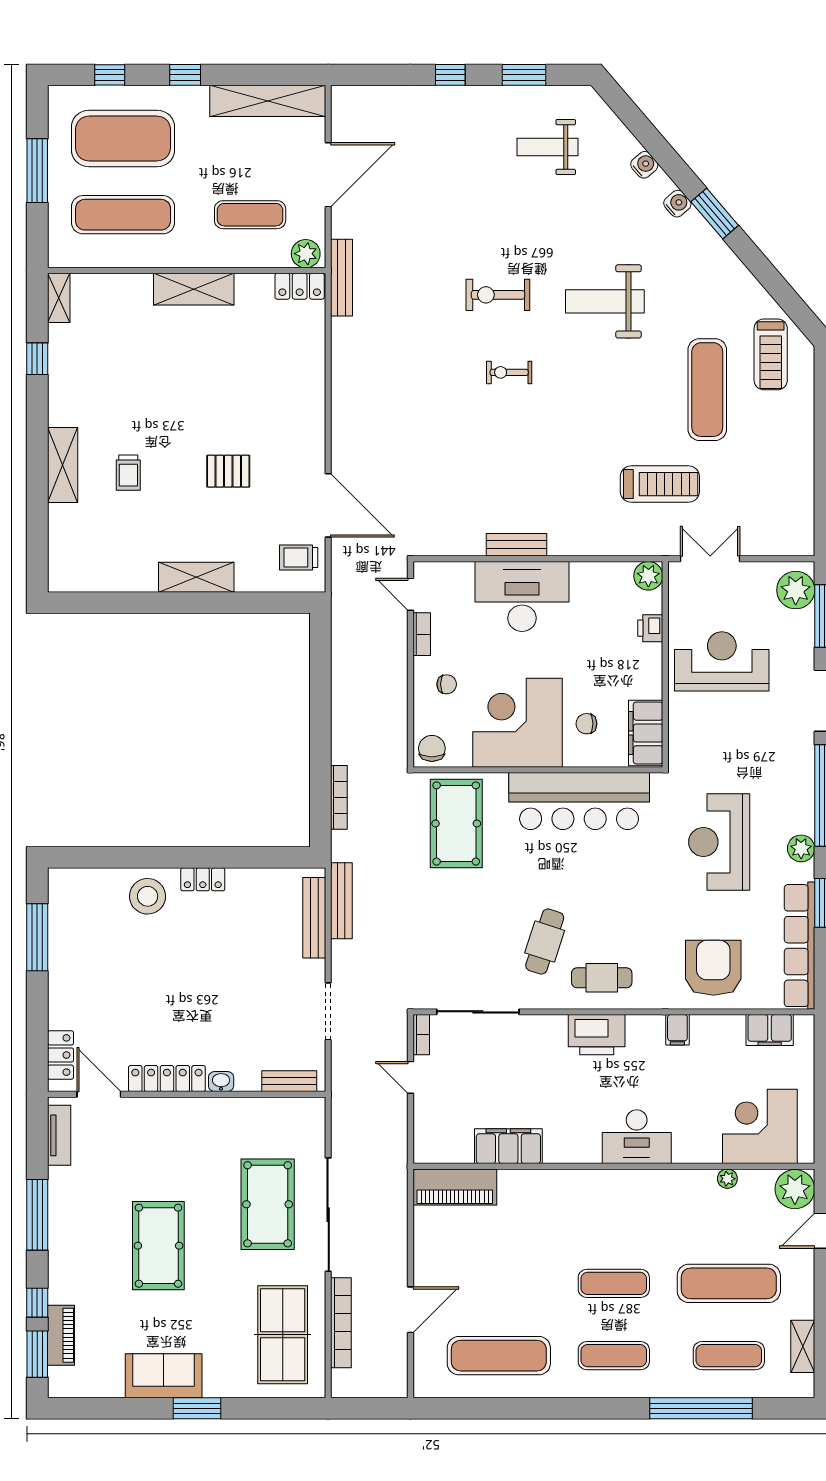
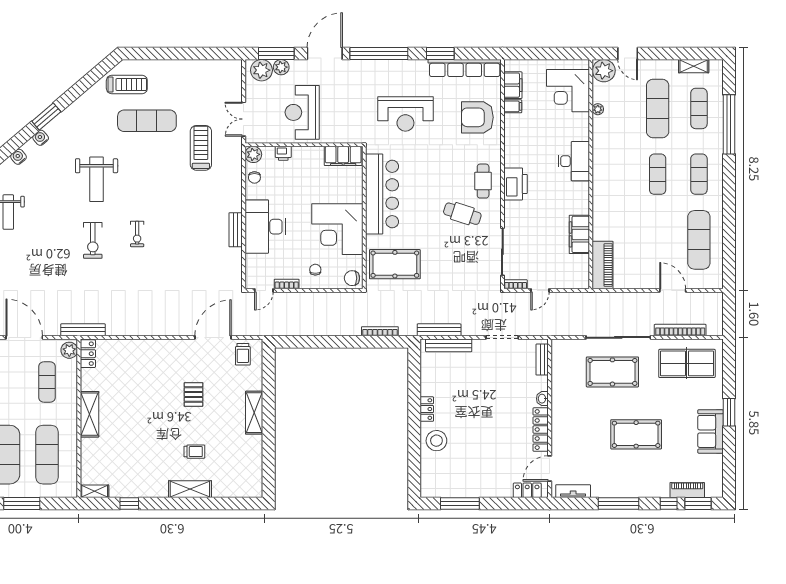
chair: (586, 724) -> (254, 177), moved
plant: (801, 848) -> (281, 67), moved
filing cabinet: (677, 1030) -> (513, 106), moved

